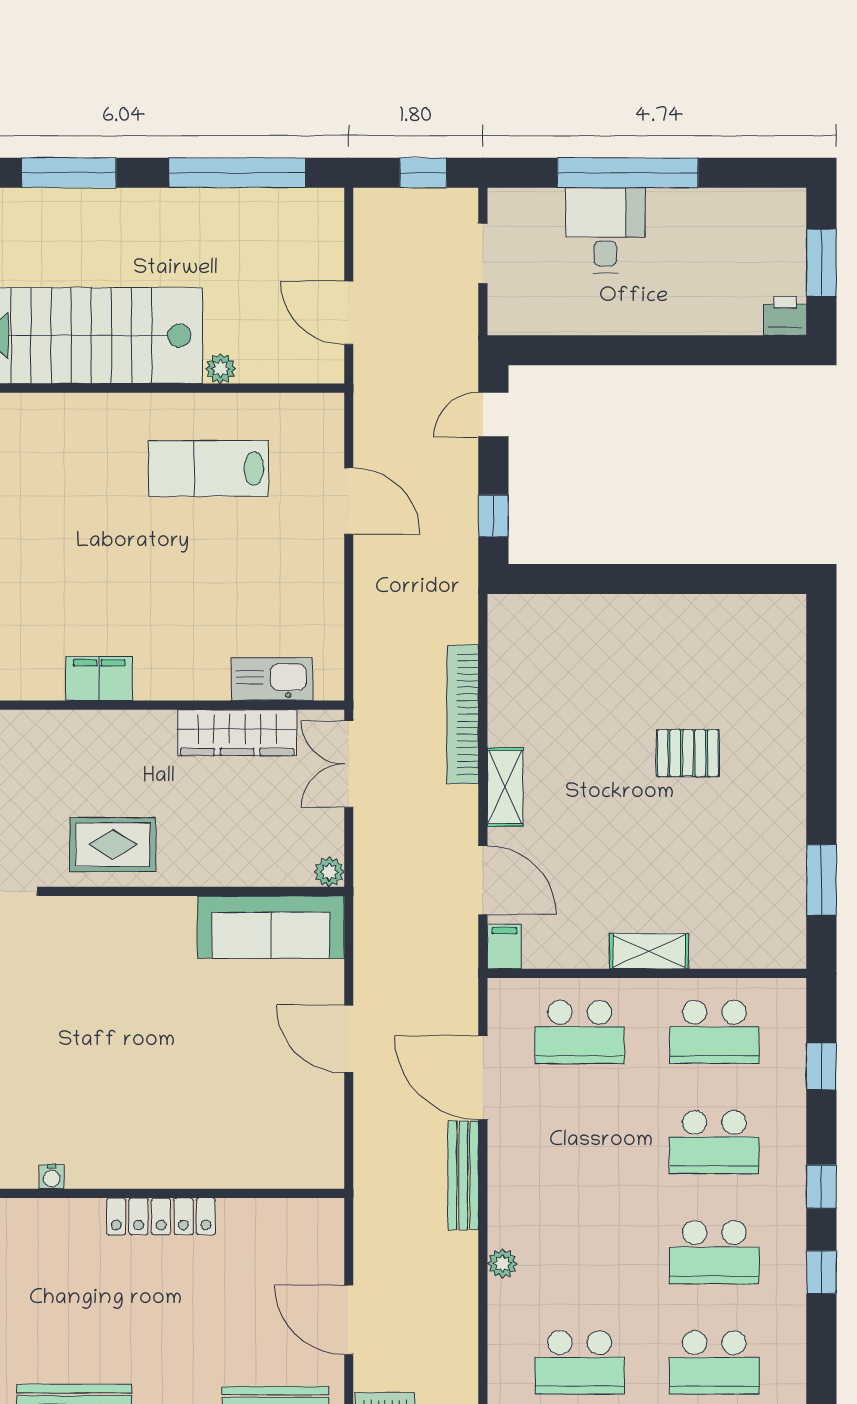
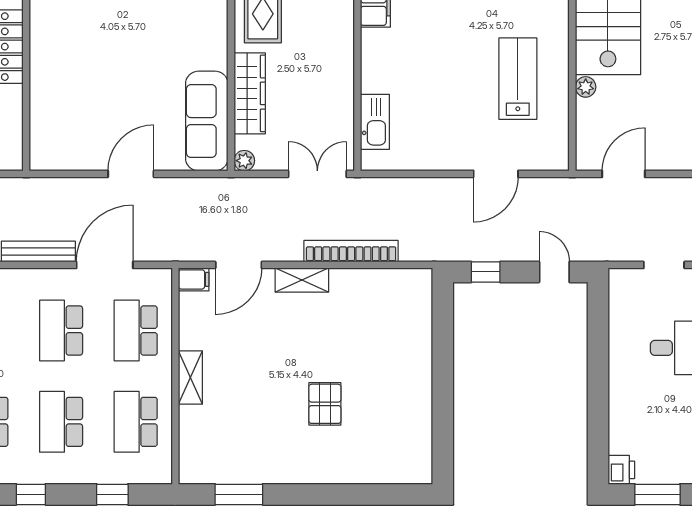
wardrobe: (237, 733) -> (250, 93), moved, turned 180
school desk: (580, 1142) -> (61, 331), added

